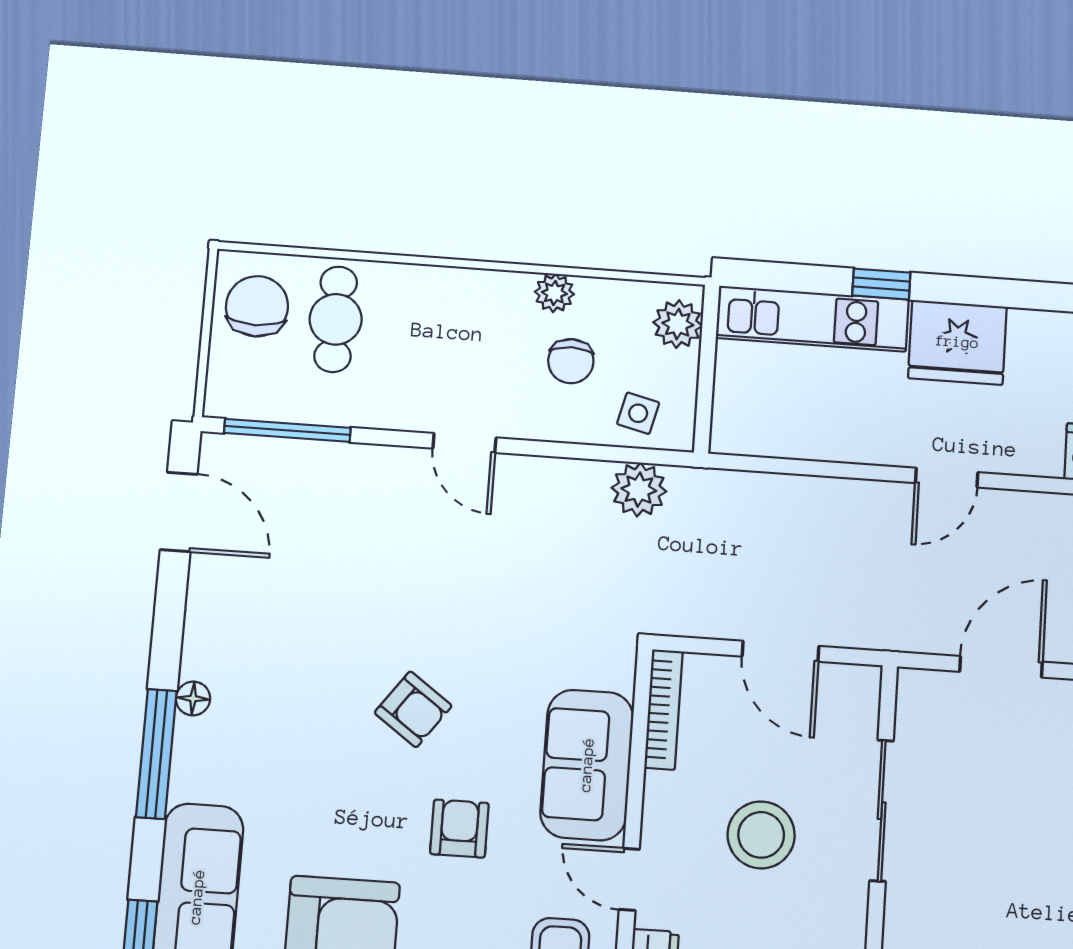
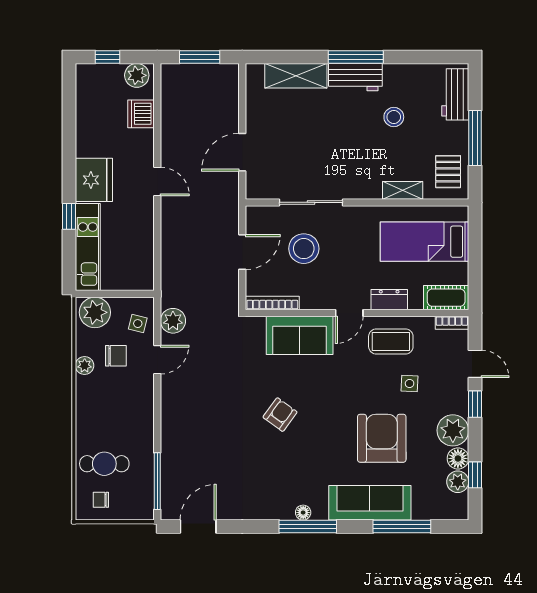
chair: (257, 306) -> (101, 500), width x0.54, depth x0.54
plant: (678, 324) -> (95, 312), width x1.36, depth x1.36
door: (464, 443) -> (157, 360), moved
door: (1001, 667) -> (242, 152), hinge flipped
floor lamp: (193, 698) -> (303, 513), moved
armchair: (459, 829) -> (332, 390), removed
stool: (761, 835) -> (304, 249), moved

